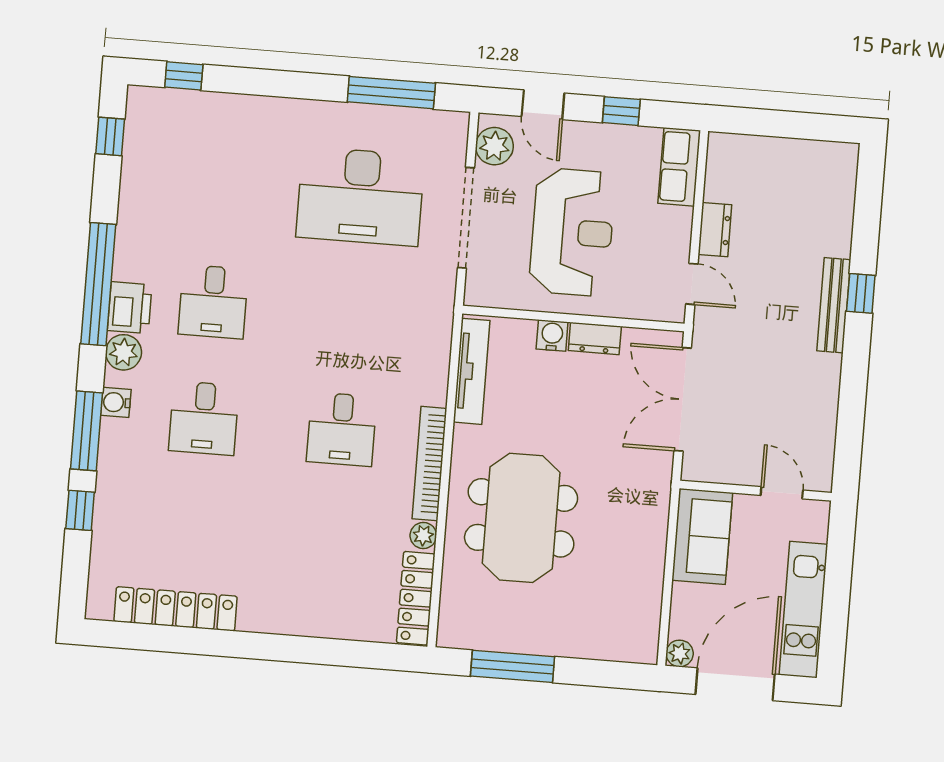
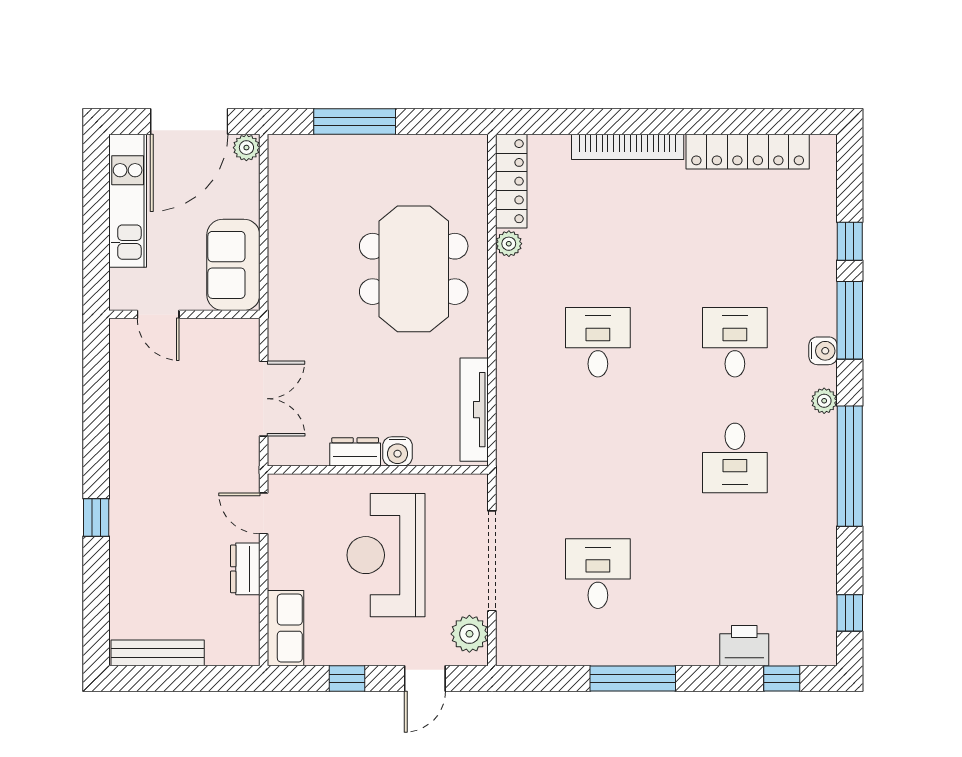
window: (391, 93) -> (633, 679), moved
door: (543, 105) -> (425, 679), swing flipped
desk: (360, 196) -> (598, 574), width x0.53, depth x0.77
desk: (213, 302) -> (735, 458), turned 180
bench: (834, 305) -> (158, 653), moved, turned 90
printer: (130, 308) -> (744, 646), moved, turned 90
plant: (124, 352) -> (824, 401), width x0.73, depth x0.73
double door: (683, 399) -> (264, 399), width x0.73
bookcase: (429, 464) -> (628, 147), moved, turned 90
window: (512, 666) -> (355, 122), moved

